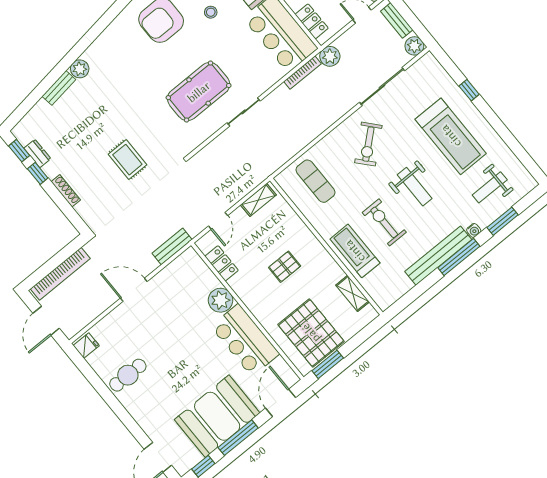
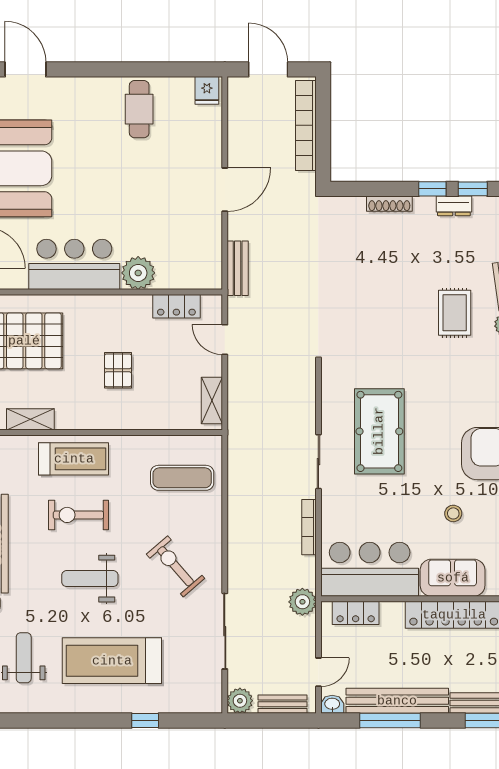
bookcase: (302, 73) -> (309, 527), moved
rug: (127, 160) -> (455, 313), moved, turned 90
exercise bike: (384, 222) -> (78, 515), turned 180

